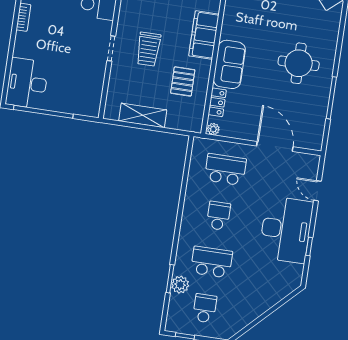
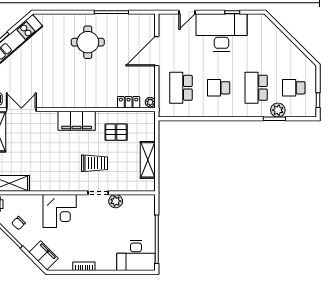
sofa: (229, 64) -> (97, 97), removed
plant: (98, 68) -> (116, 201), added

